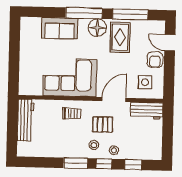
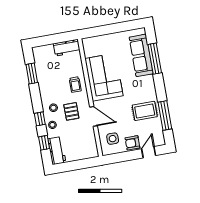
window: (84, 13) -> (155, 59), moved
sofa: (60, 28) -> (141, 55), width x1.36
floor lamp: (97, 28) -> (149, 91), removed
workbench: (147, 111) -> (57, 151), moved, turned 180
workbench: (26, 120) -> (67, 48), width x0.73
window: (76, 163) -> (32, 74), moved

